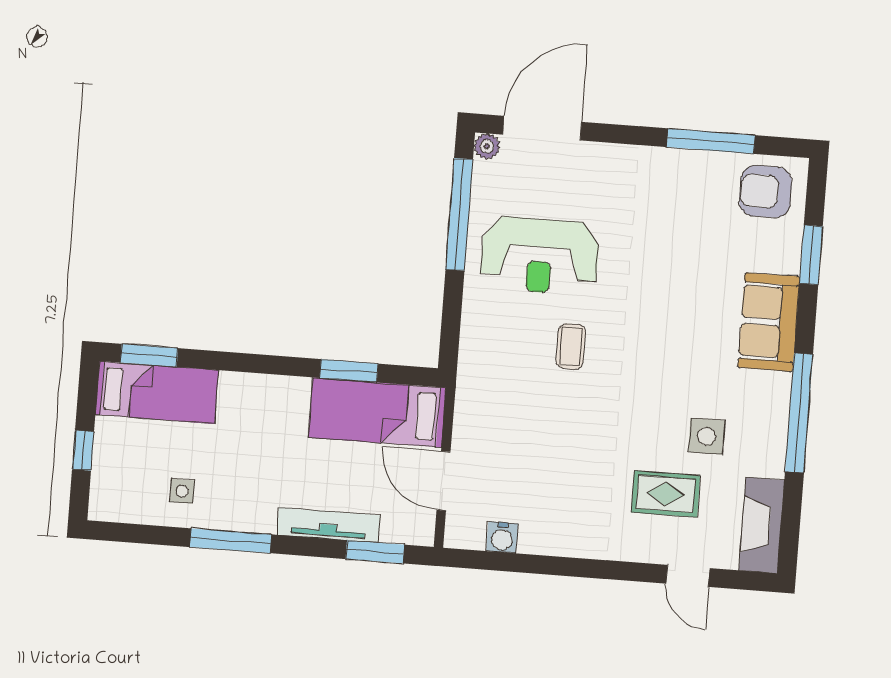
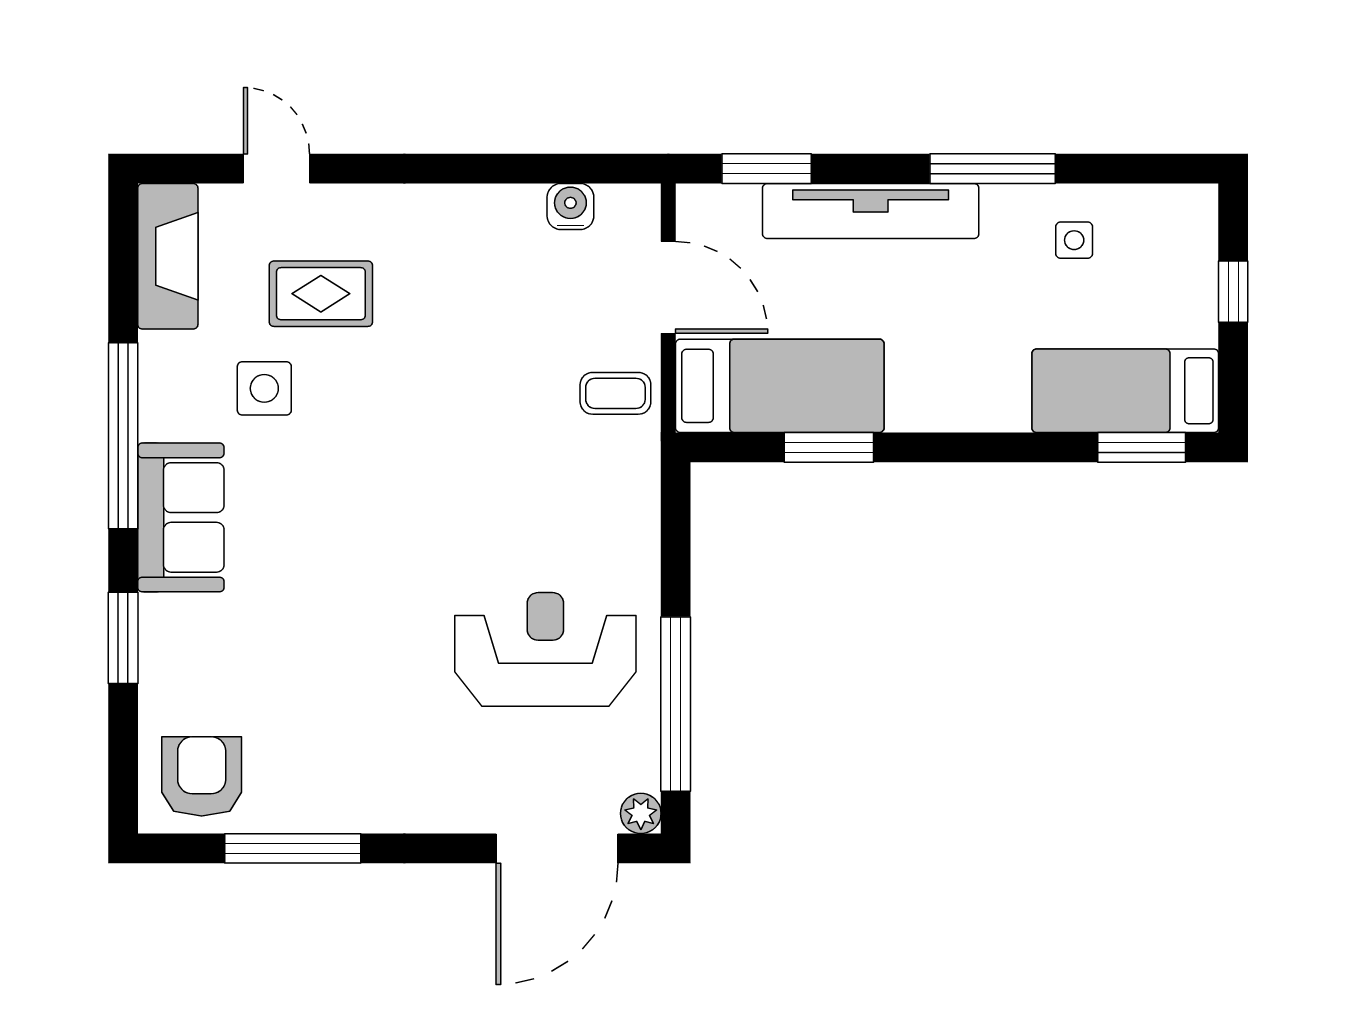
armchair: (766, 192) -> (202, 776), turned -90
window: (811, 255) -> (123, 638), moved
sofa: (769, 322) -> (181, 517), moved
coffee table: (571, 346) -> (615, 393), moved, turned 90
tv unit: (329, 525) -> (871, 211), width x1.36, depth x1.29

